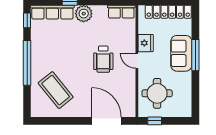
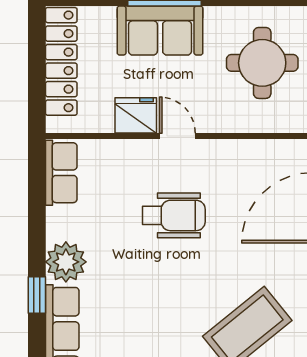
door: (137, 61) -> (177, 136), swing flipped
round table: (157, 93) -> (262, 63), moved

